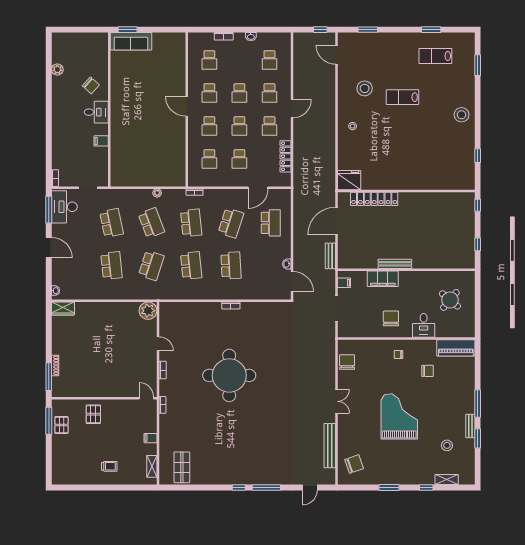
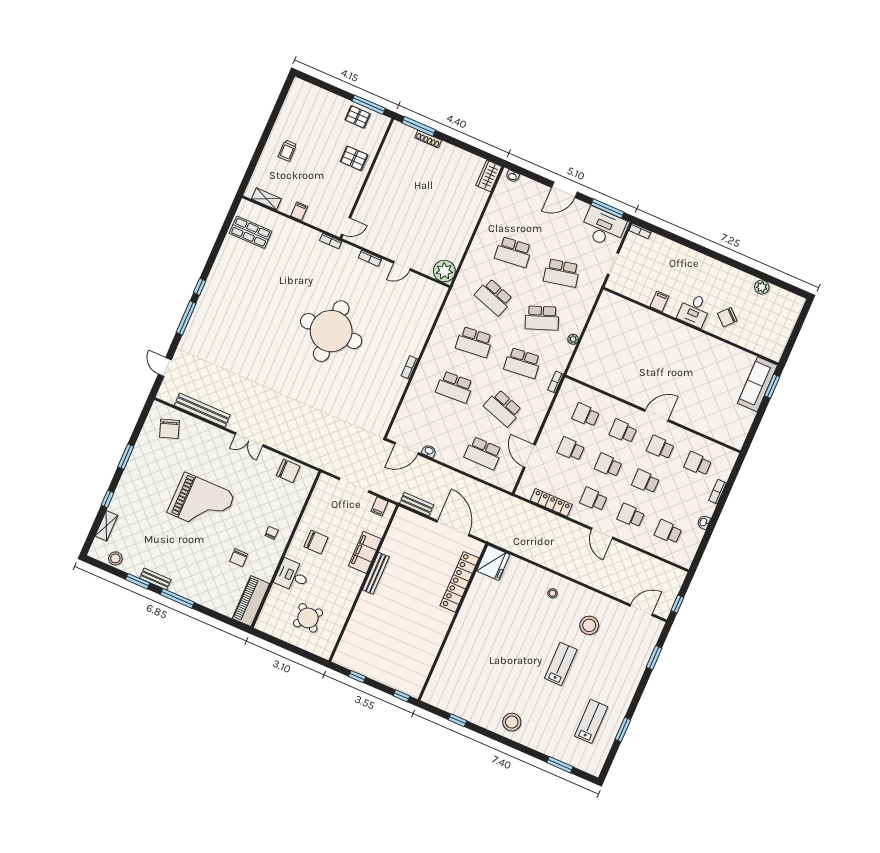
stool: (447, 445) -> (115, 558), moved

